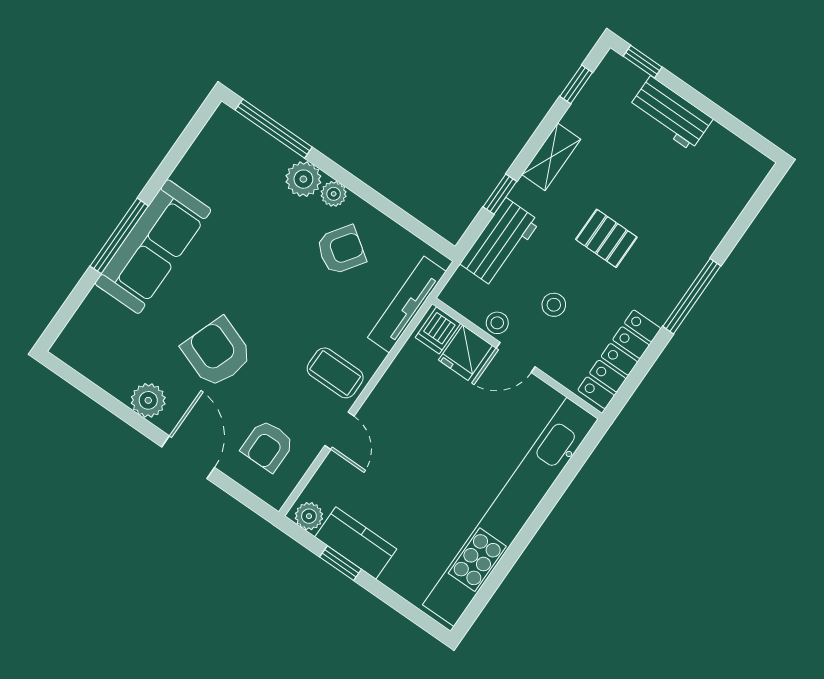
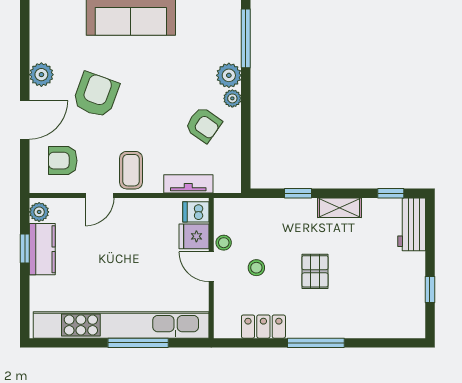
window: (643, 62) -> (430, 290), moved
workbench: (671, 113) -> (412, 224), moved
workbench: (500, 243) -> (270, 212), removed
tv unit: (407, 305) -> (188, 184), width x0.71
locker: (619, 359) -> (263, 327), width x0.66
window: (545, 507) -> (138, 343), added

